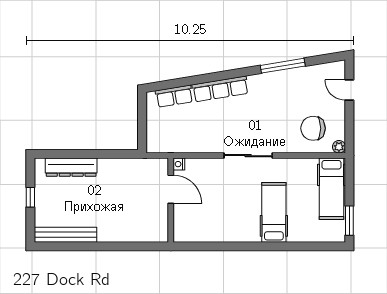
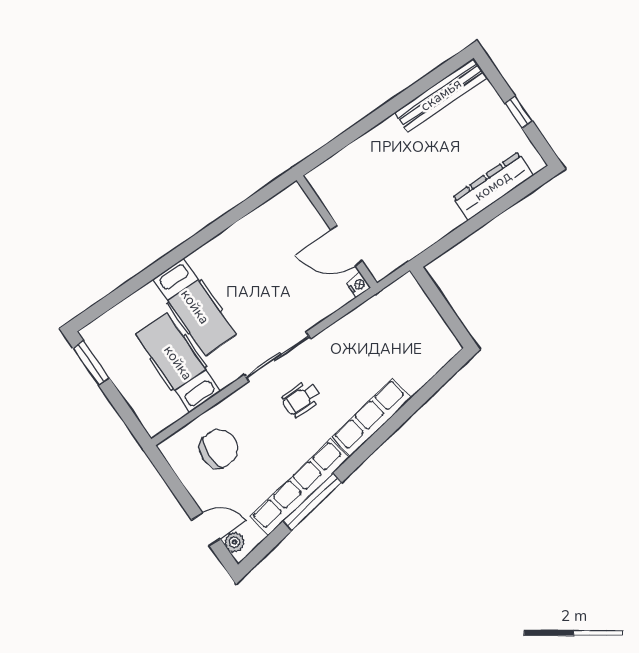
row of seats: (174, 96) -> (299, 487), moved, width x2.02
wheelchair: (251, 124) -> (301, 399), added
plant: (339, 147) -> (234, 542), moved
hospital bed: (332, 189) -> (178, 363), moved

